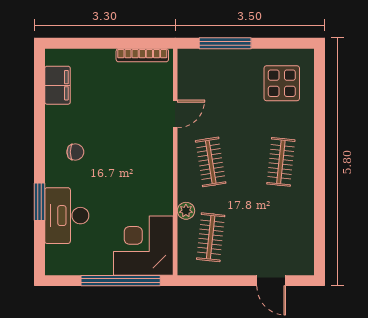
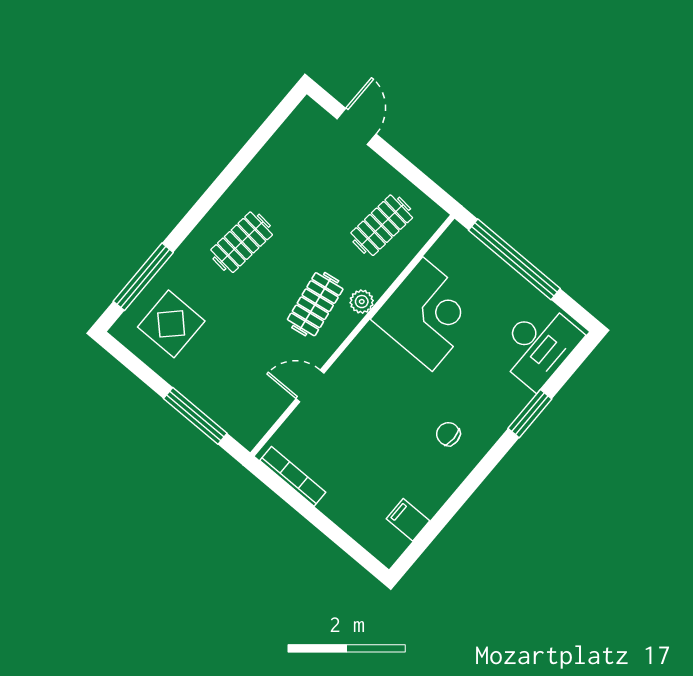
filing cabinet: (58, 85) -> (408, 520), width x0.50
window: (320, 96) -> (143, 277), added
plant: (186, 211) -> (362, 302), moved
desk: (67, 216) -> (538, 345), moved
corner desk: (143, 246) -> (428, 314), moved, turned -90

